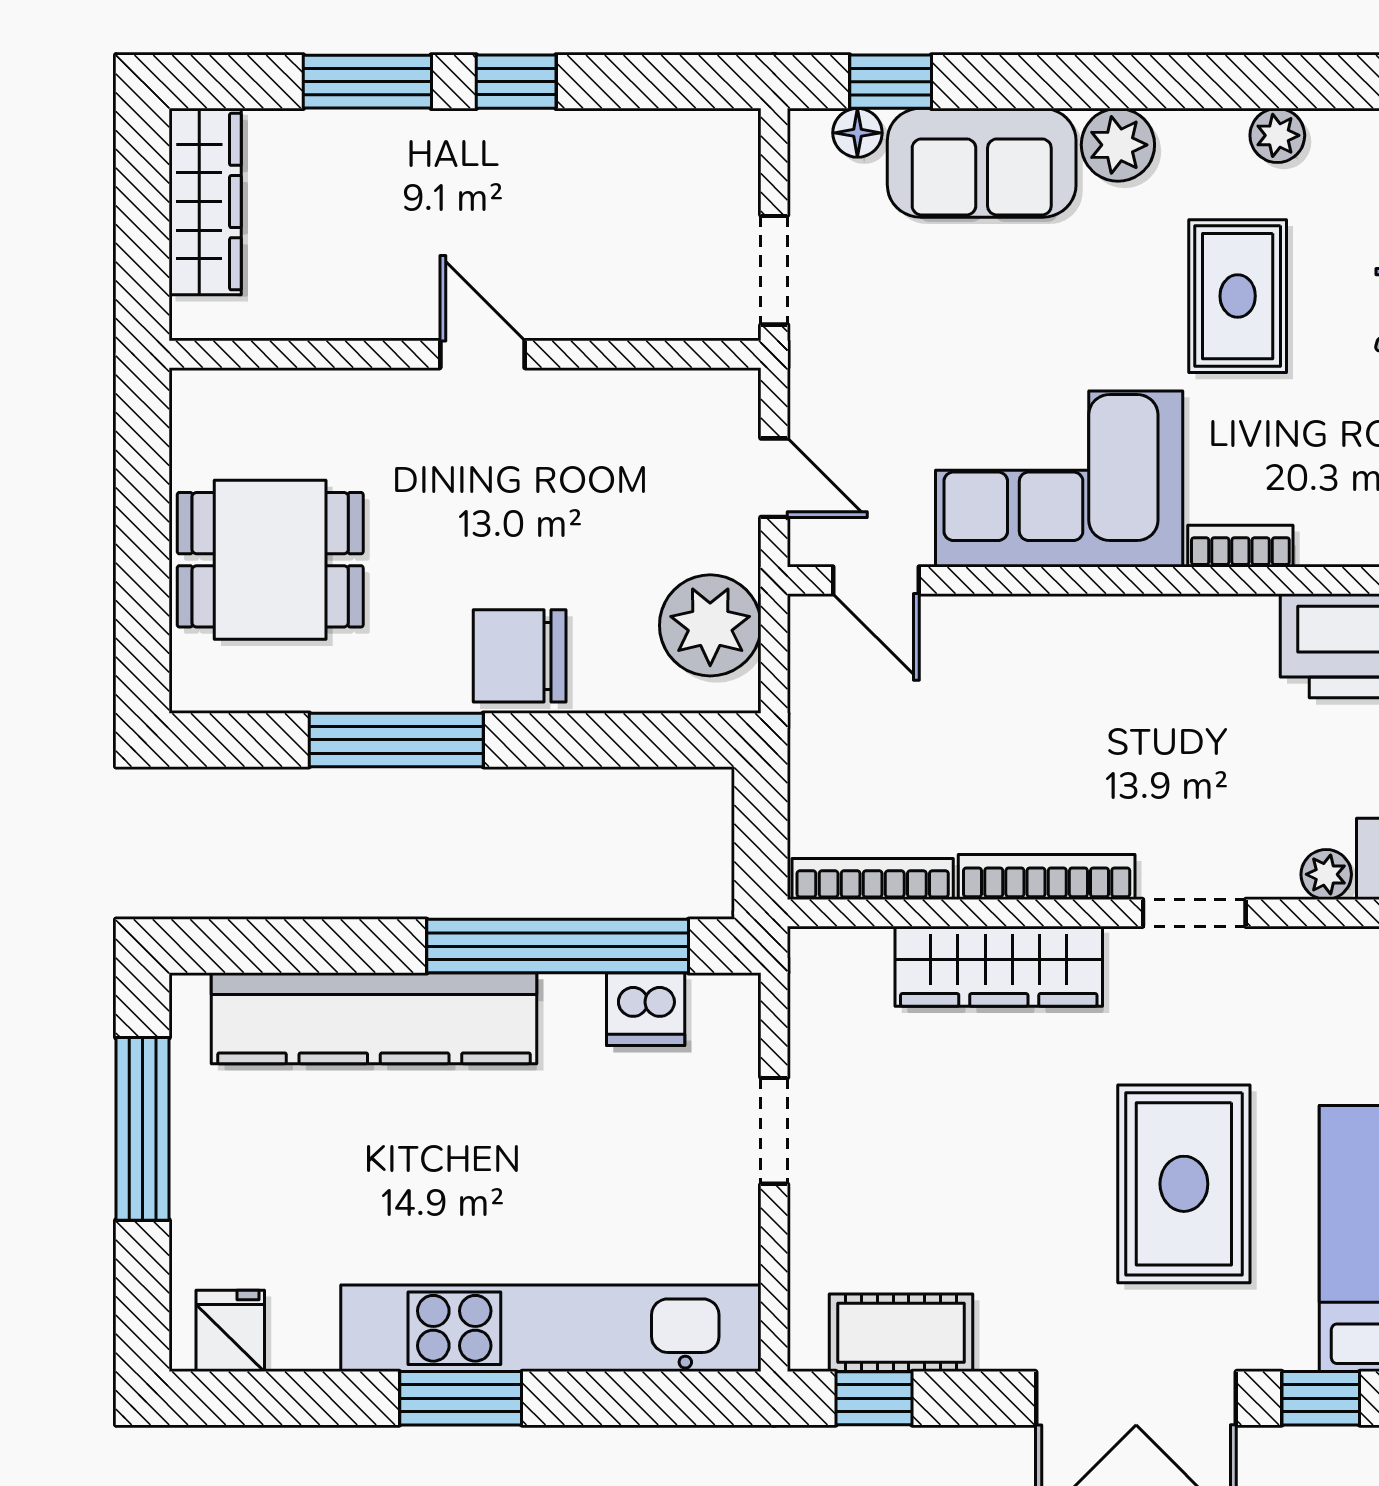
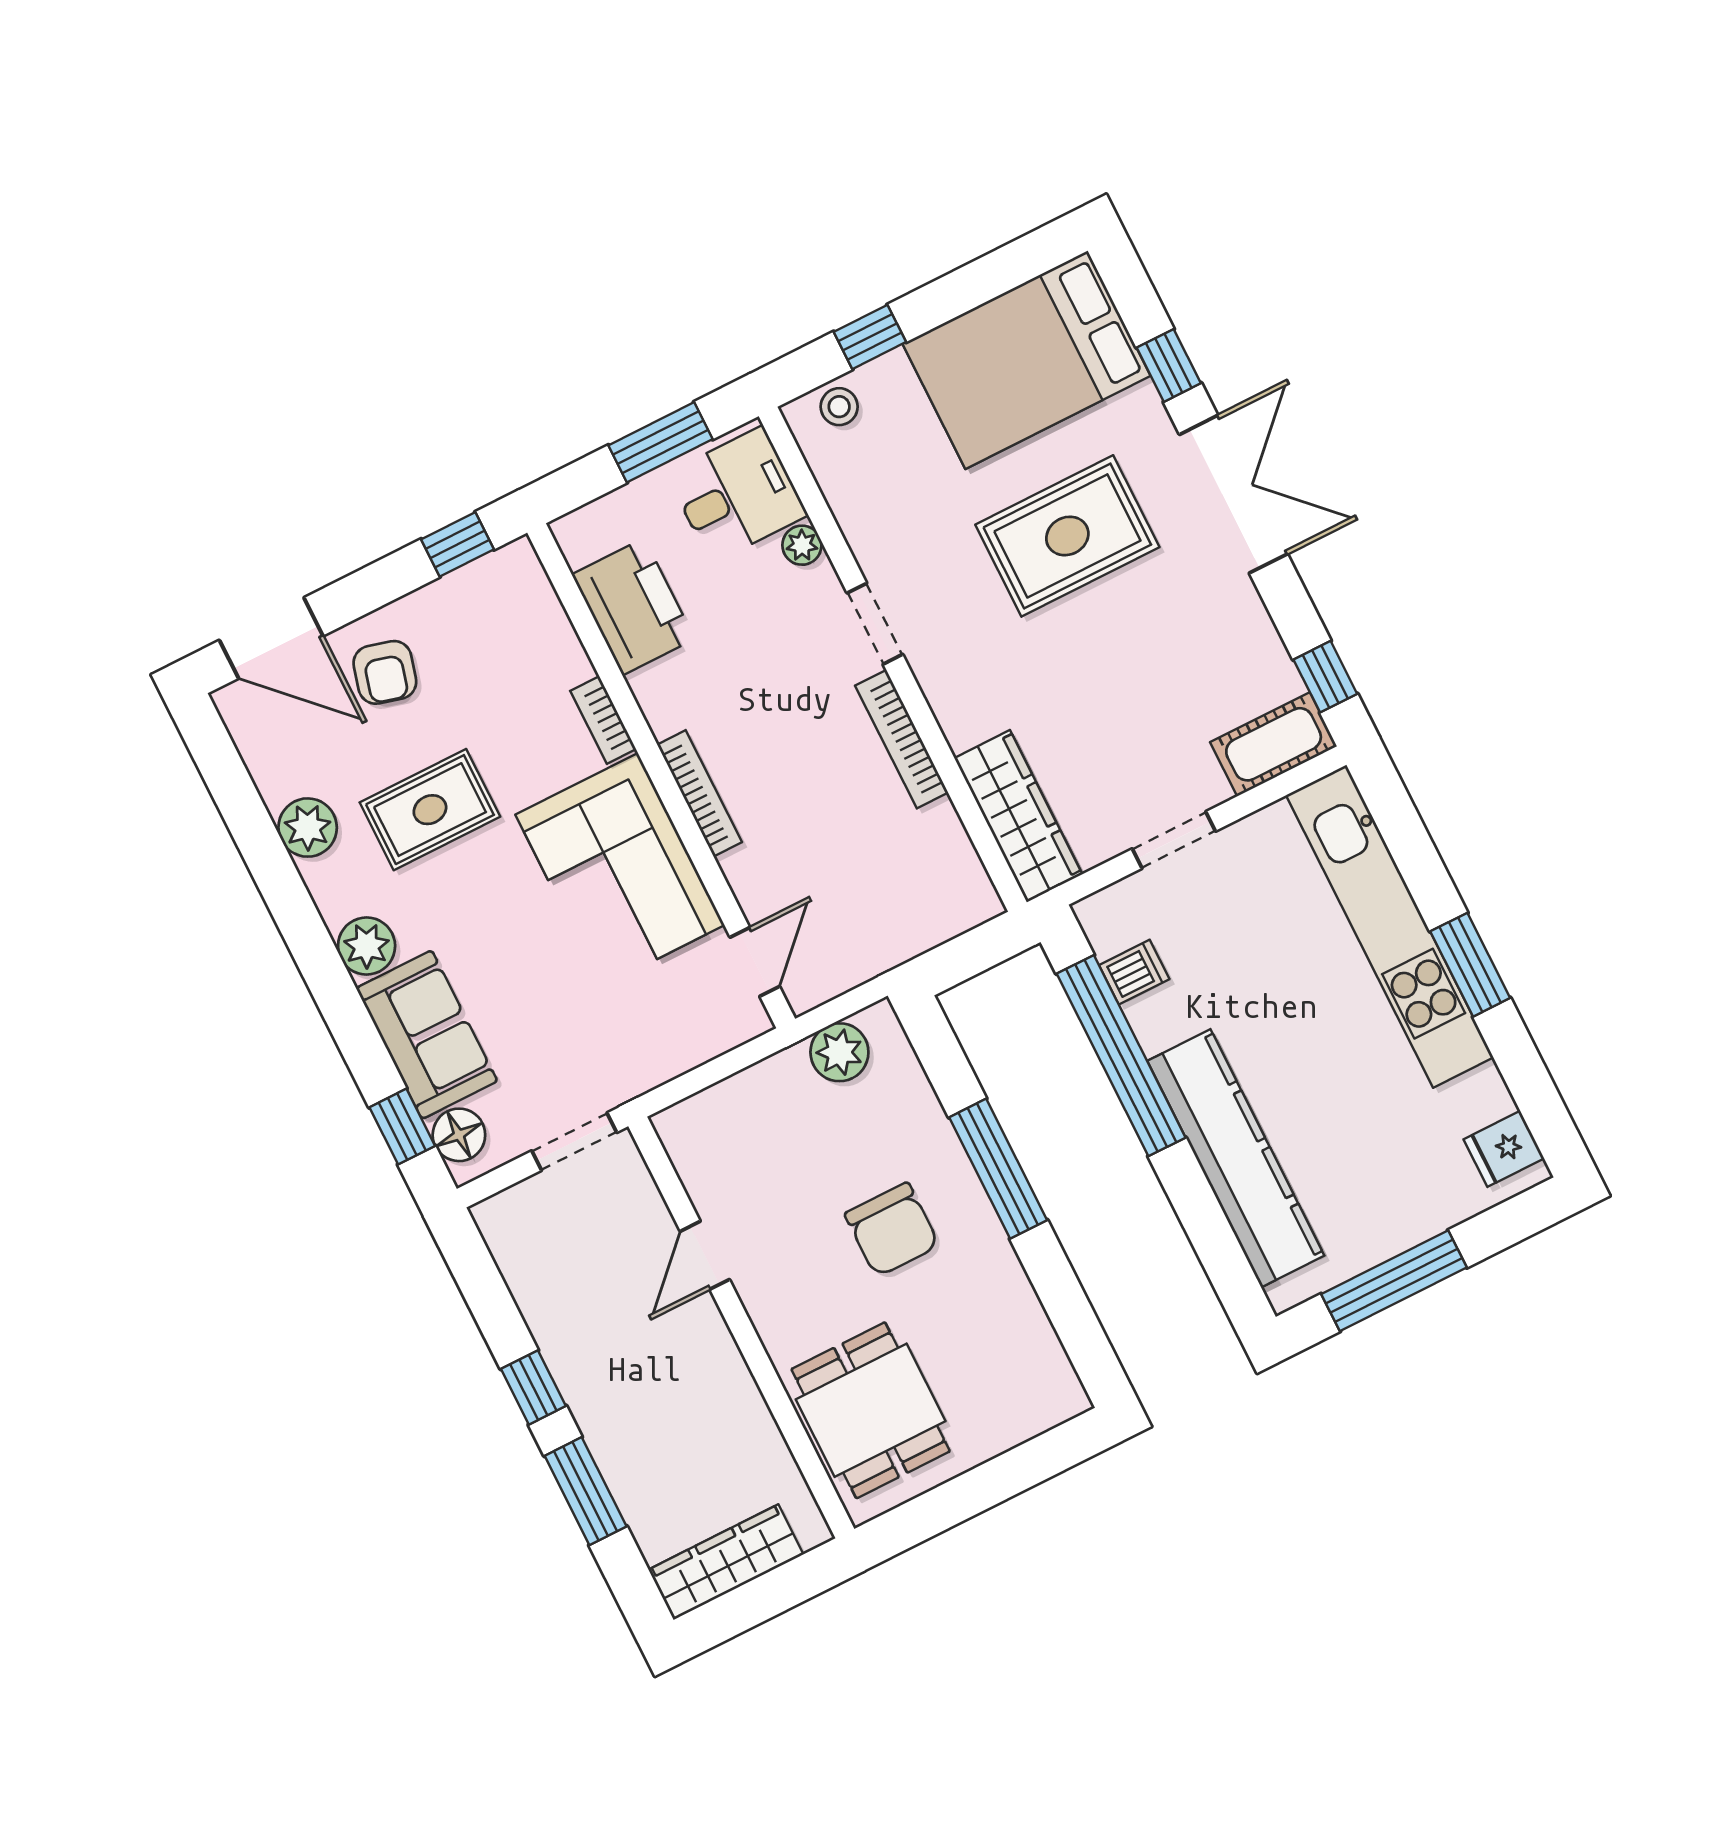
floor lamp: (857, 133) -> (459, 1135), width x1.37, depth x1.37
plant: (1277, 135) -> (308, 828), width x1.38, depth x1.38
door: (482, 354) -> (705, 1255), moved
door: (774, 478) -> (719, 1069), removed
dining table: (270, 560) -> (871, 1410), moved
plant: (710, 625) -> (839, 1052), width x0.73, depth x0.73
chair: (520, 656) -> (892, 1230), moved
window: (396, 740) -> (998, 1169), moved
bookcase: (873, 879) -> (700, 793), moved, turned 180
wardrobe: (999, 966) -> (1018, 816), moved
dishwasher: (646, 1009) -> (1134, 972), width x0.73
cot: (901, 1333) -> (1274, 744), moved, turned 90

